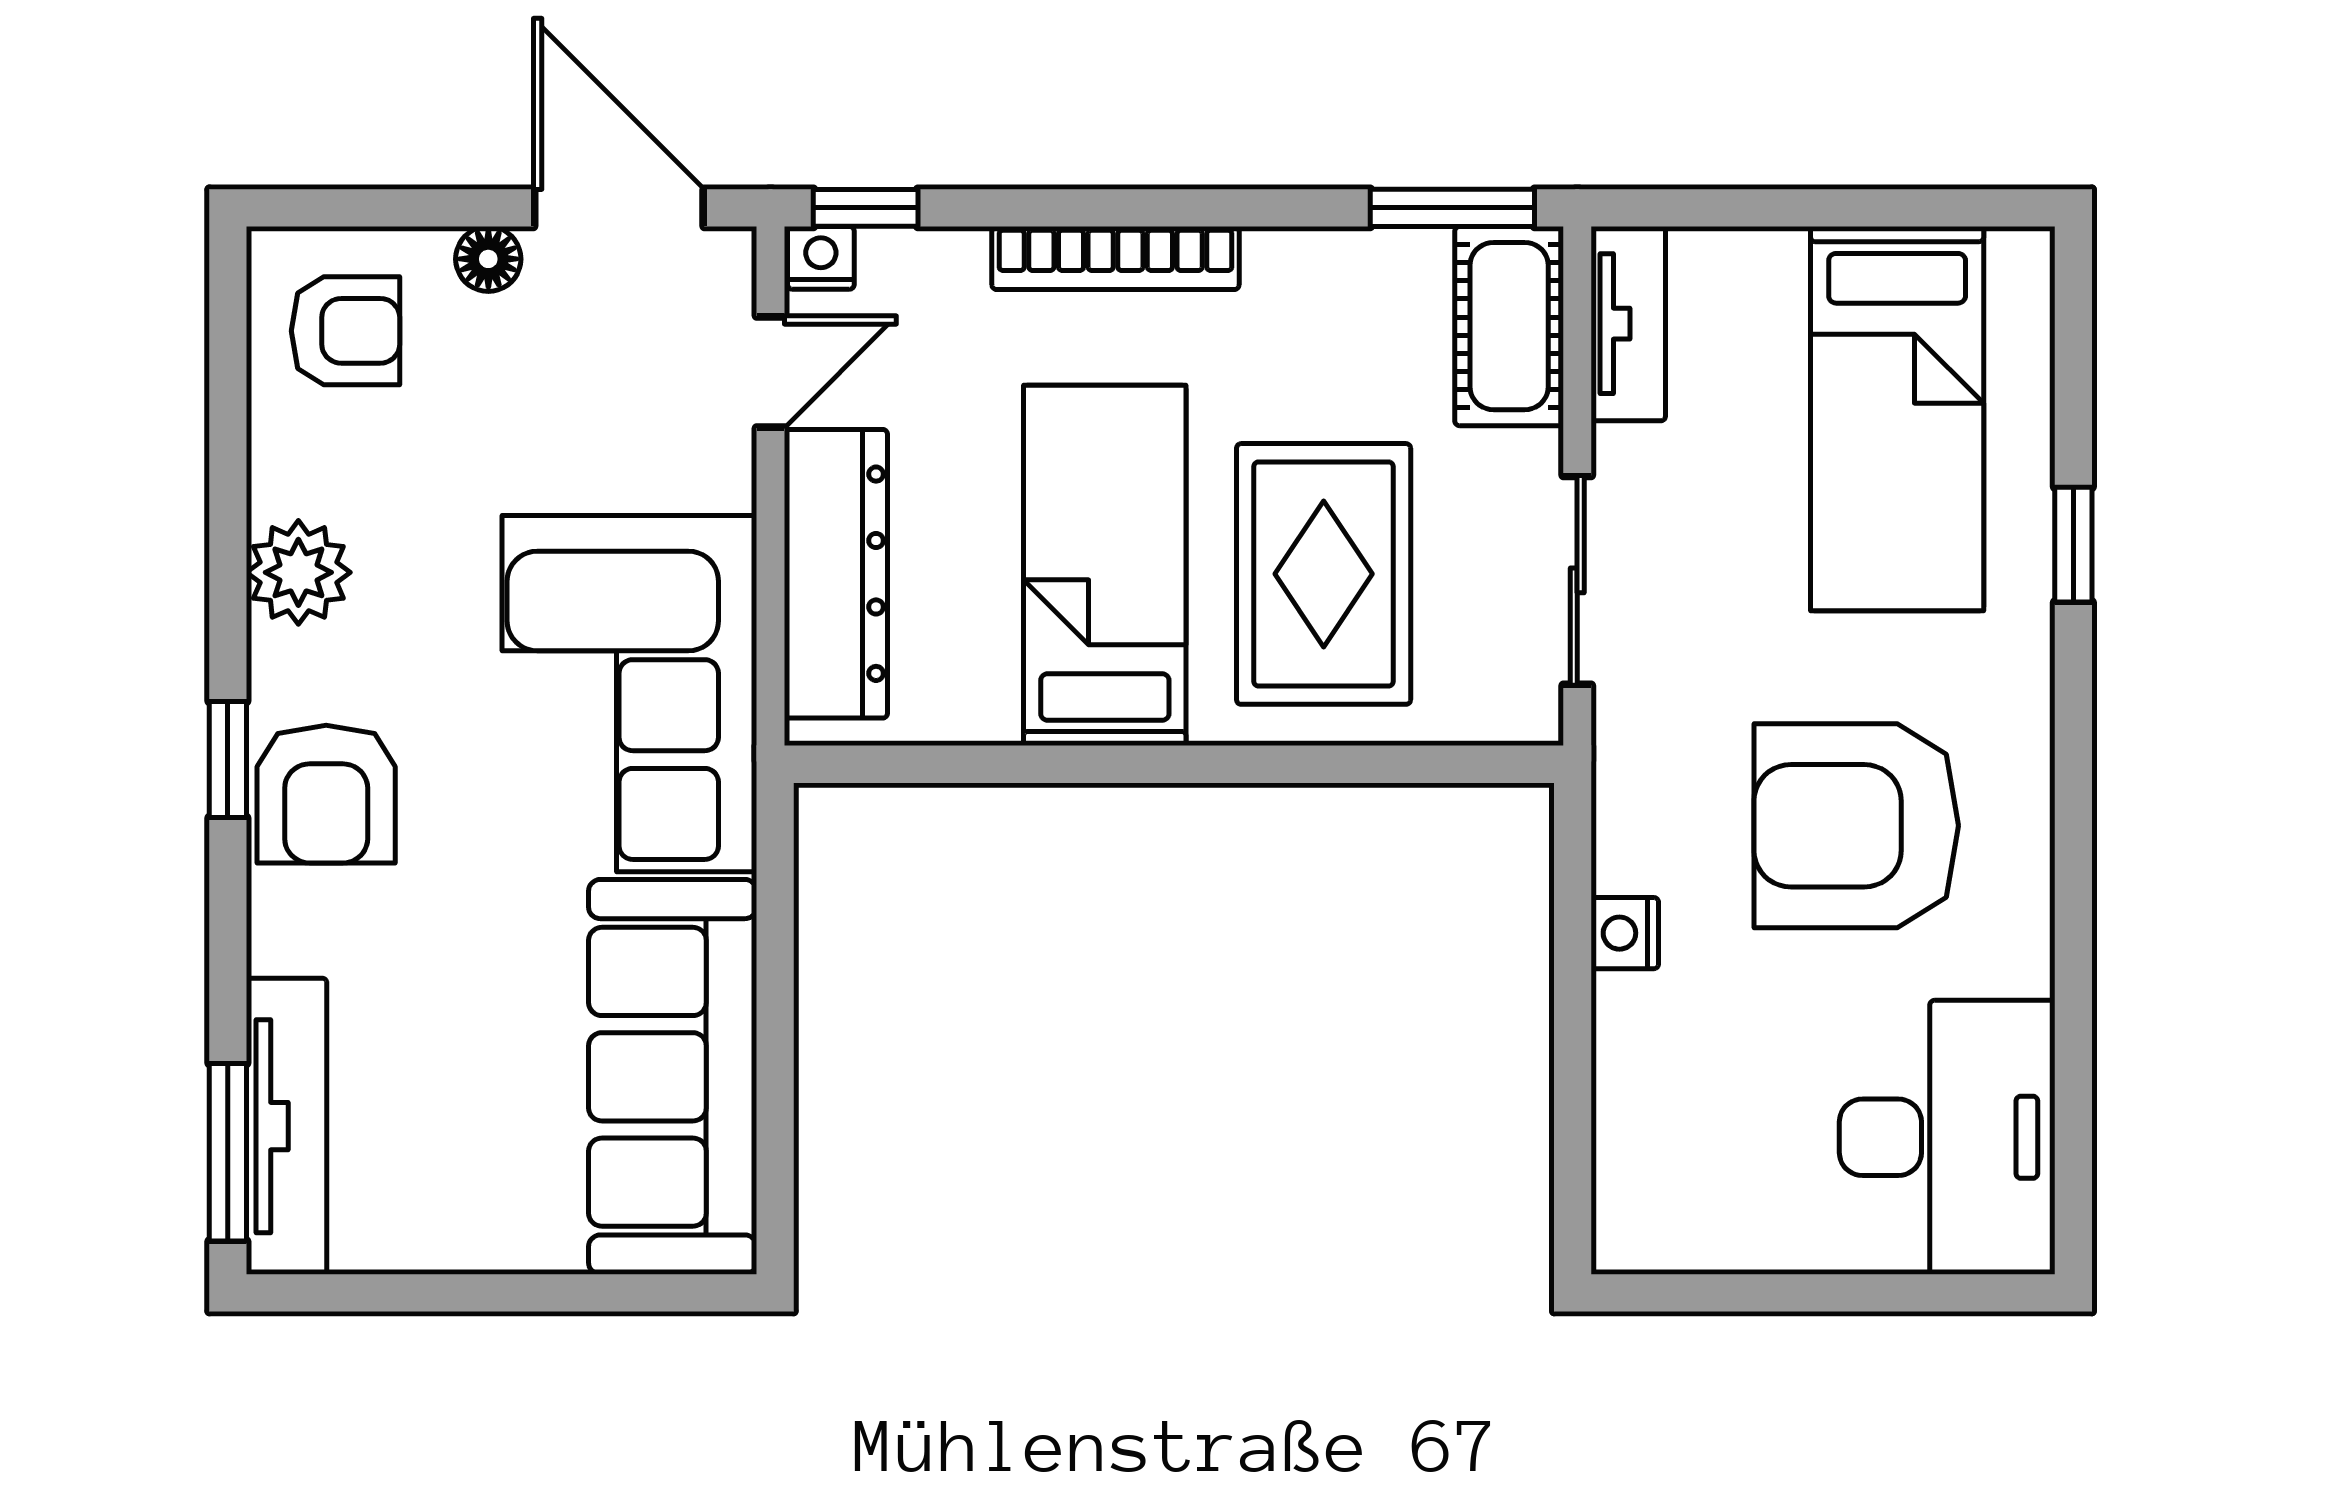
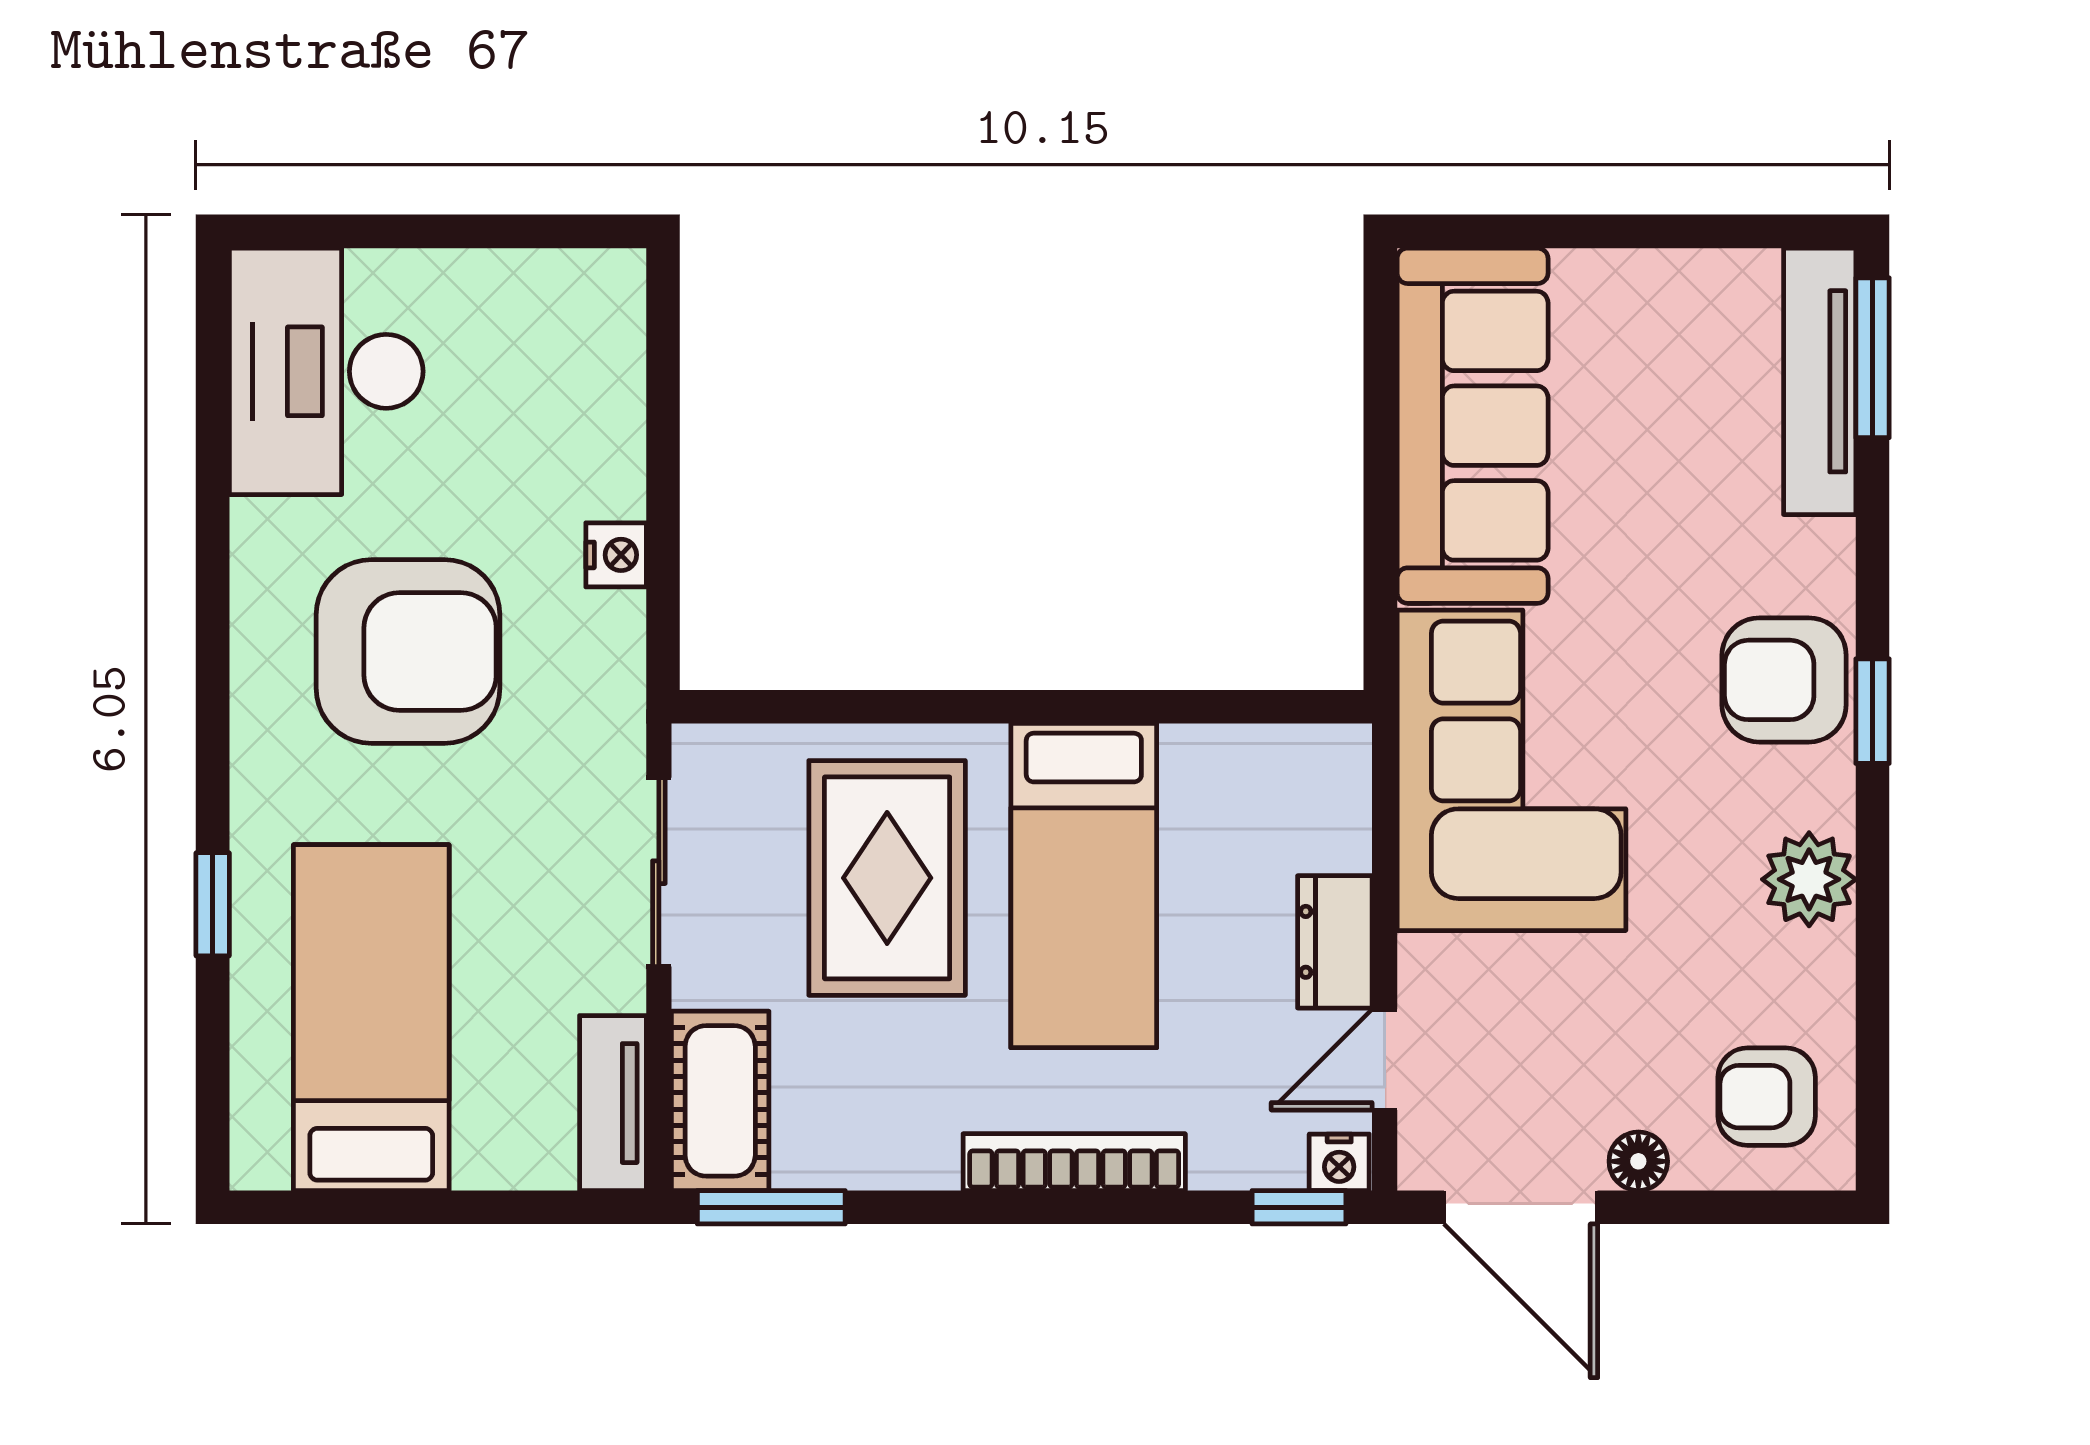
dresser: (836, 574) -> (1335, 942), width x0.51, depth x0.80
armchair: (326, 794) -> (1784, 680), turned -90

